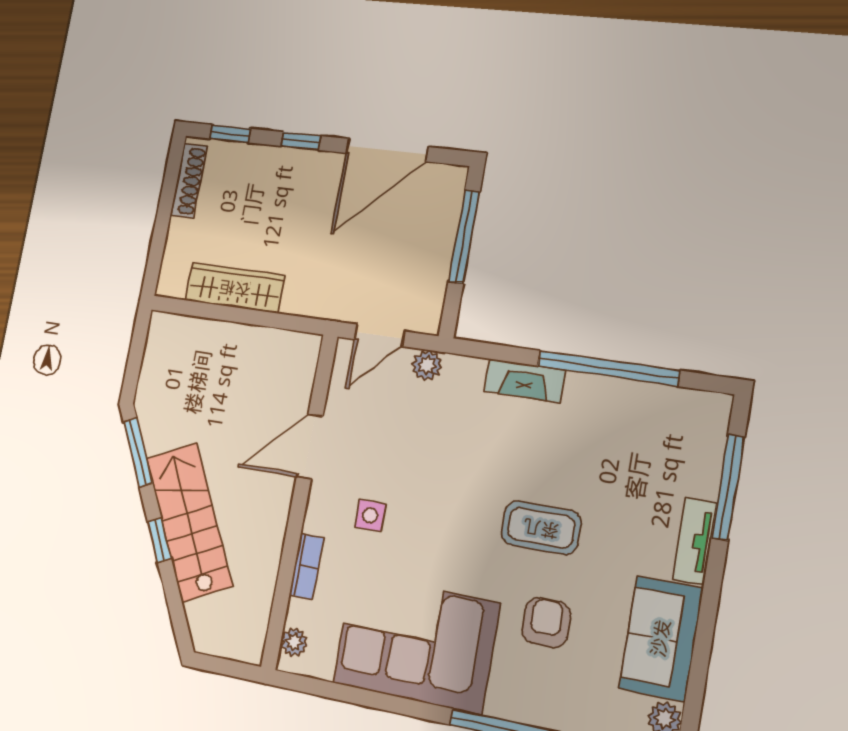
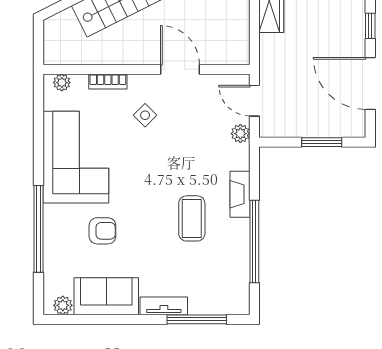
window: (464, 237) -> (322, 142), width x0.69
side table: (370, 515) -> (145, 115), turned 45
coffee table: (541, 528) -> (192, 218), moved

